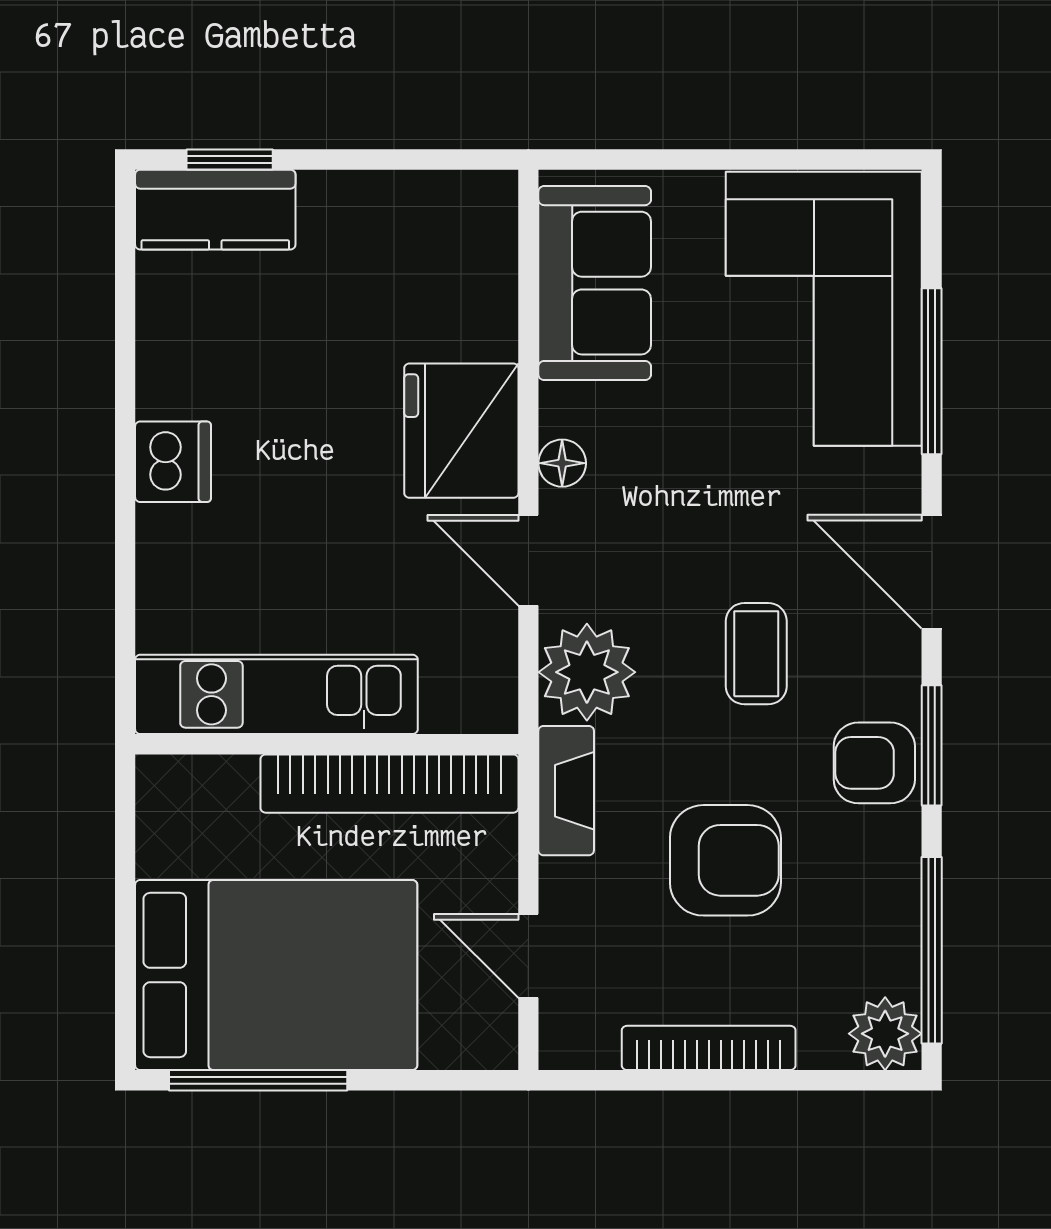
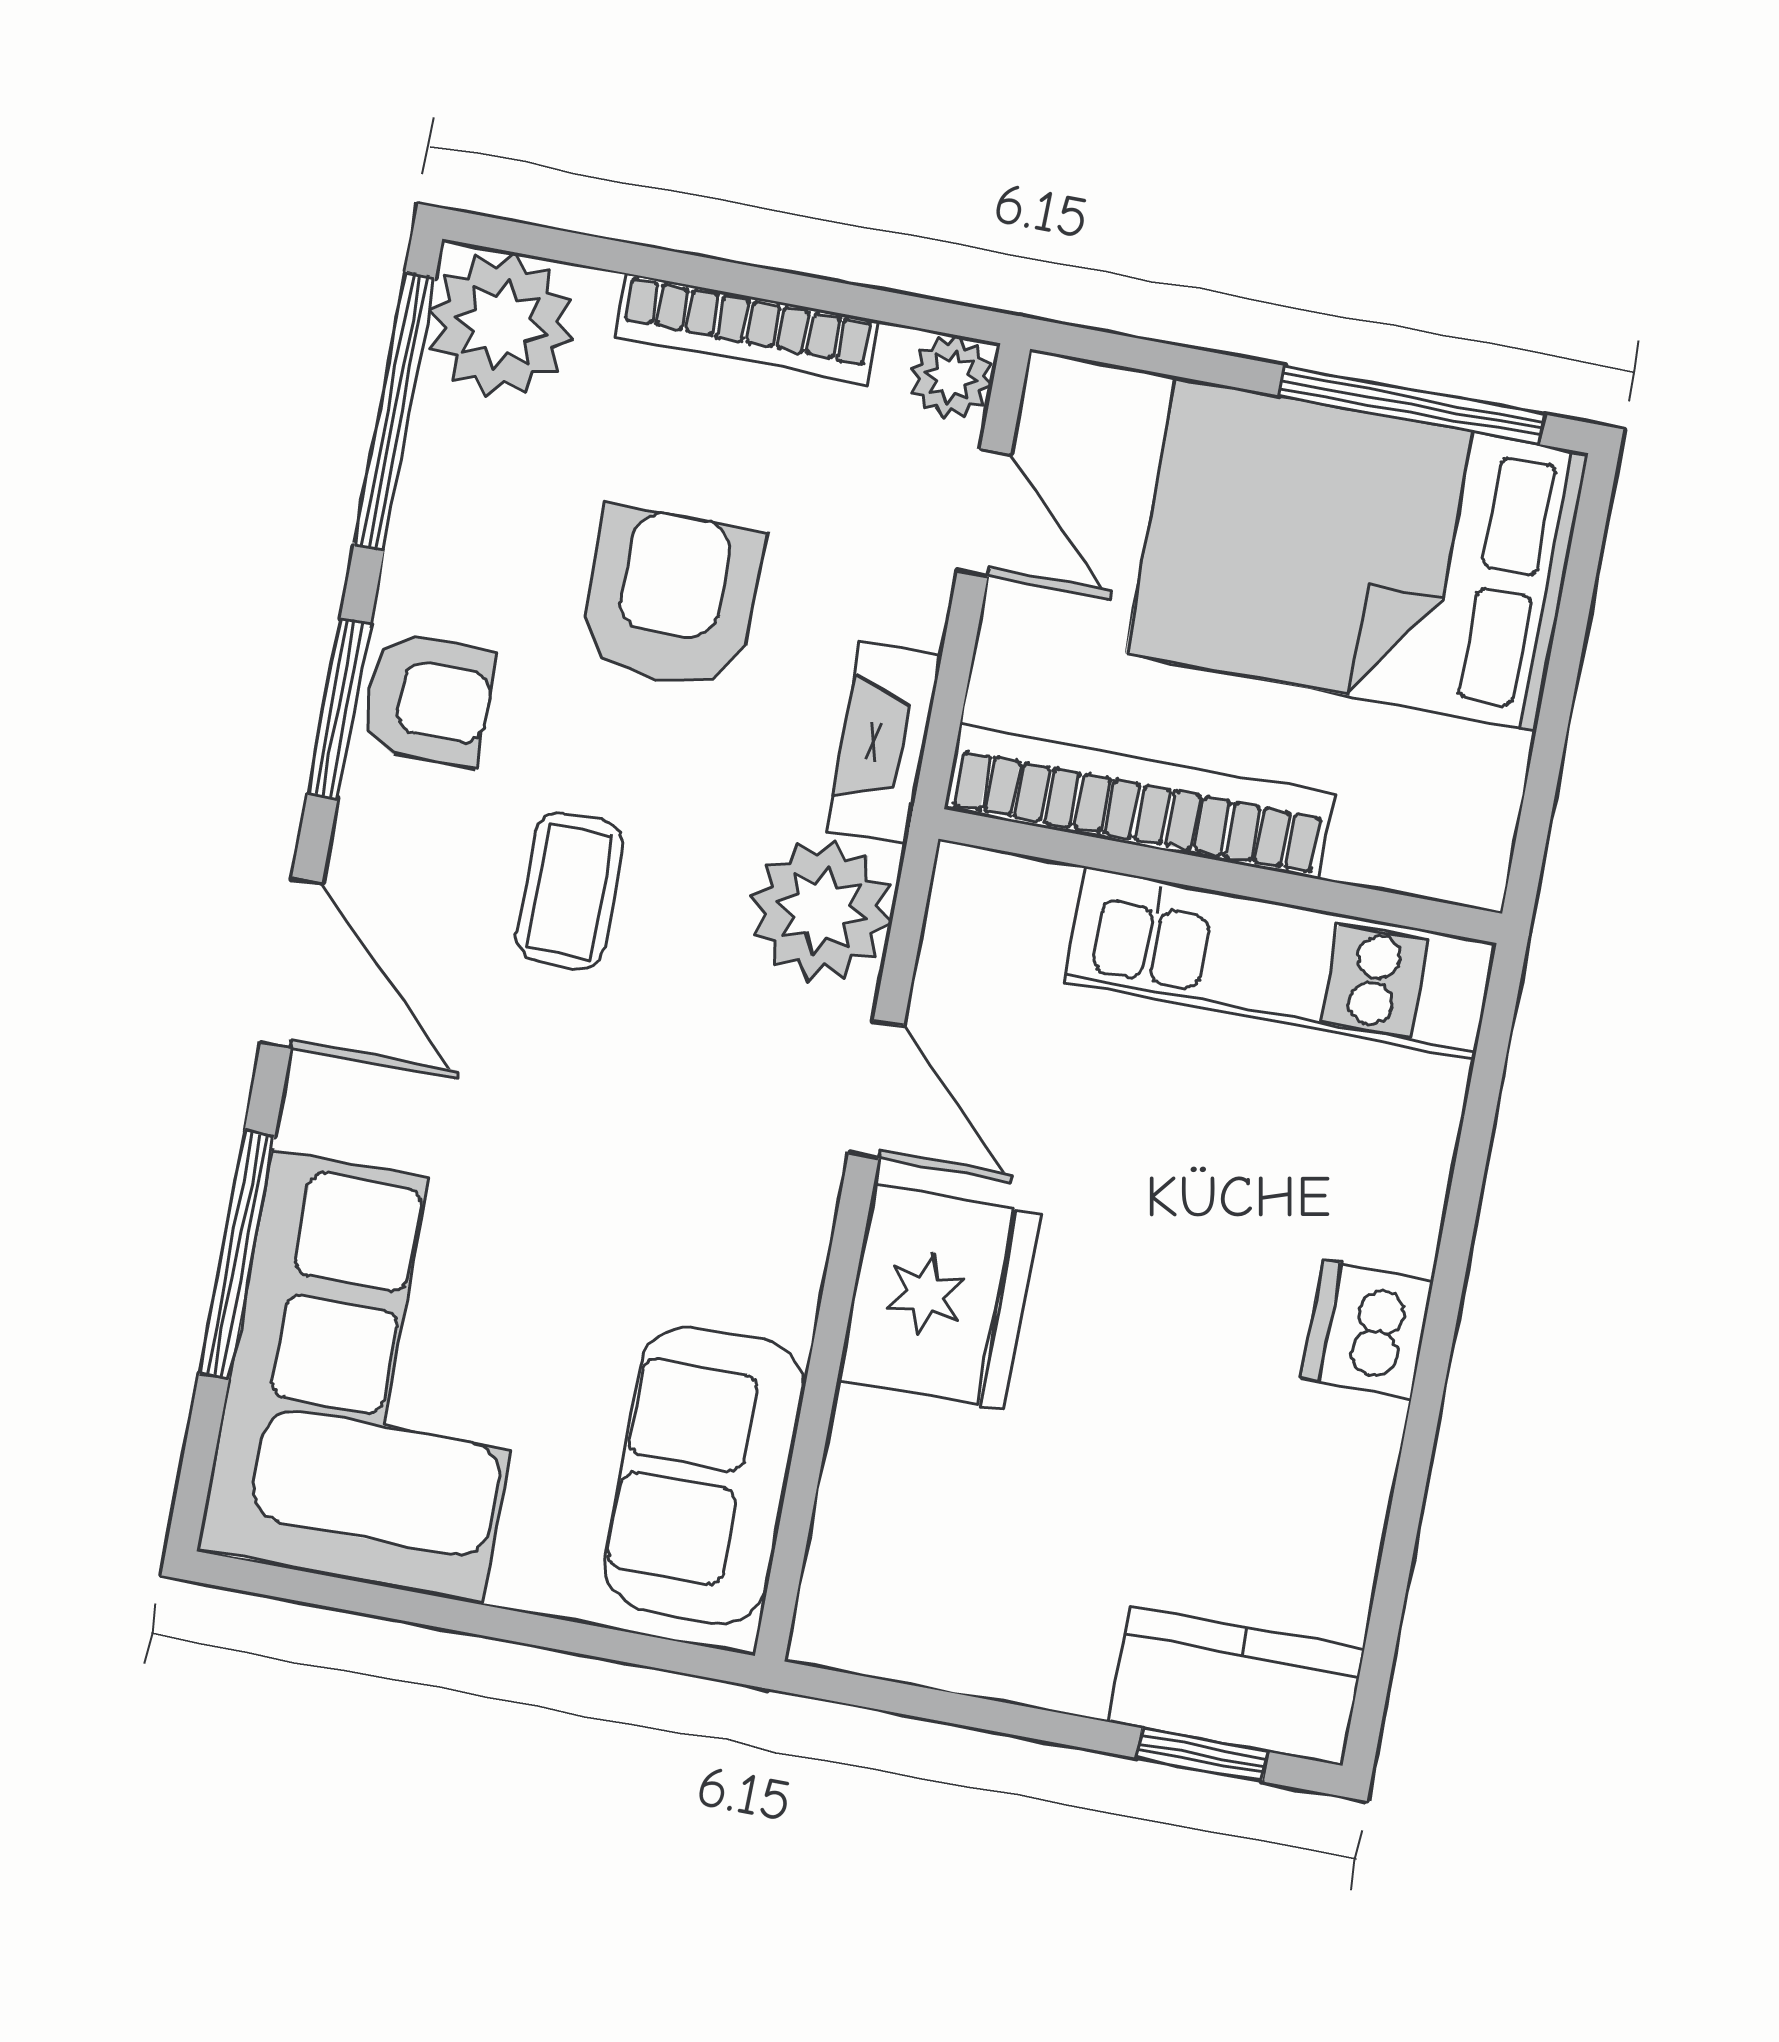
floor lamp: (562, 463) -> (800, 1222), removed
armchair: (725, 860) -> (671, 598), turned 90
plant: (885, 1034) -> (501, 325), width x1.36, depth x1.36
plant: (567, 1042) -> (951, 377), added

